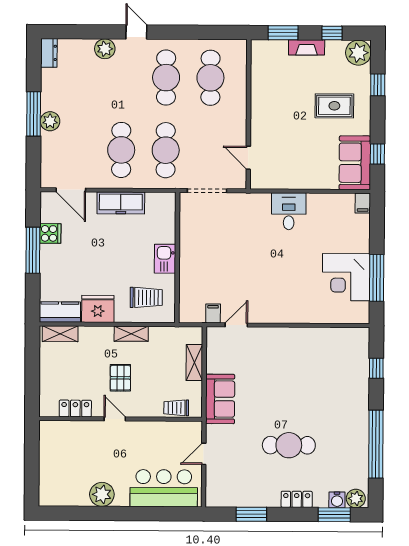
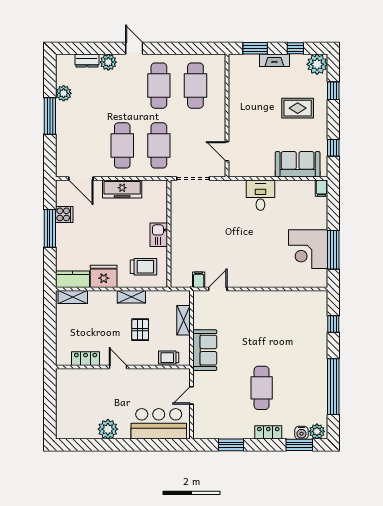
dresser: (49, 53) -> (87, 61), moved, turned 90
plant: (50, 121) -> (64, 93), moved
sofa: (355, 163) -> (298, 164), moved, turned 90
pallet: (120, 378) -> (140, 330), moved
cafe table: (289, 445) -> (262, 388), turned 90

